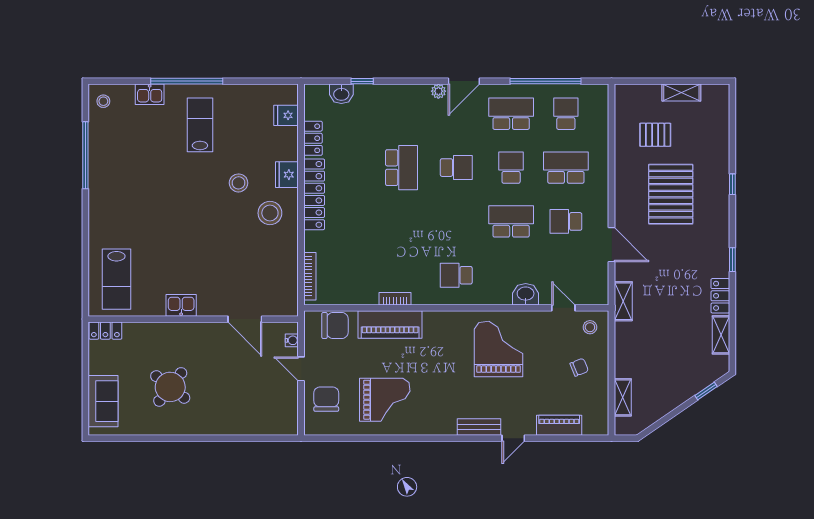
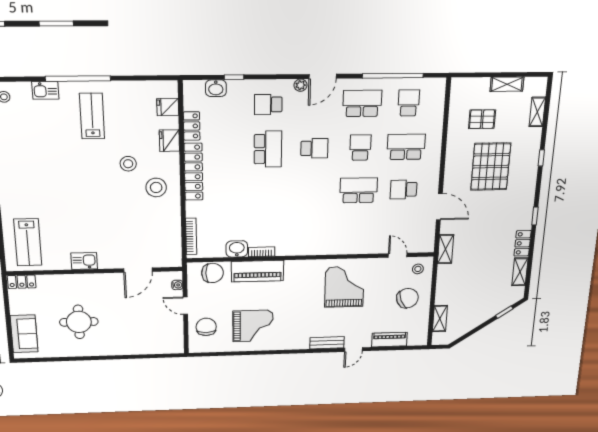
shelving: (721, 127) -> (537, 112), added
fridge: (287, 175) -> (169, 141), moved
school desk: (456, 275) -> (268, 105), moved
washbasin: (526, 294) -> (237, 249), moved
door: (245, 319) -> (138, 270), hinge flipped
chair: (579, 367) -> (407, 298), width x1.87, depth x1.87
round table: (170, 387) -> (79, 322), turned -38

